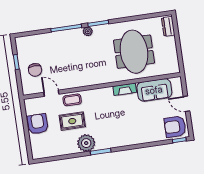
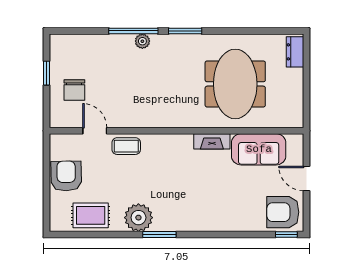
plant: (88, 31) -> (142, 41), moved
rug: (72, 121) -> (91, 215), moved

